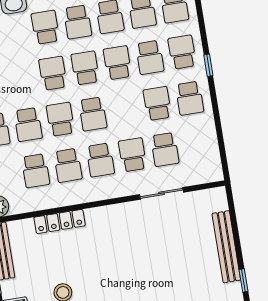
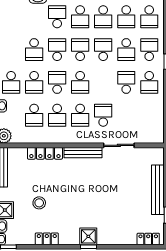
school desk: (165, 149) -> (34, 50), moved
bench: (113, 212) -> (83, 153), added

